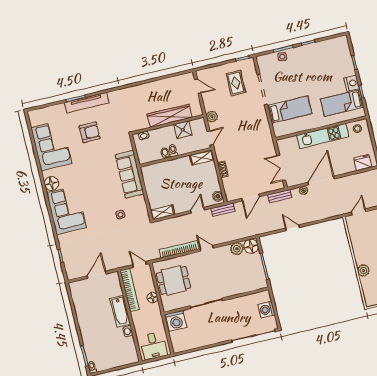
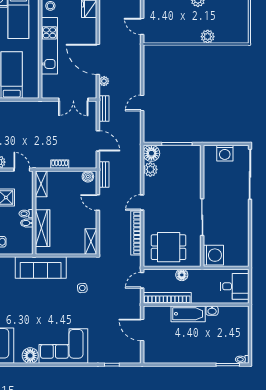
wardrobe: (164, 168) -> (42, 228), added
dining table: (174, 280) -> (169, 247), turned 90

